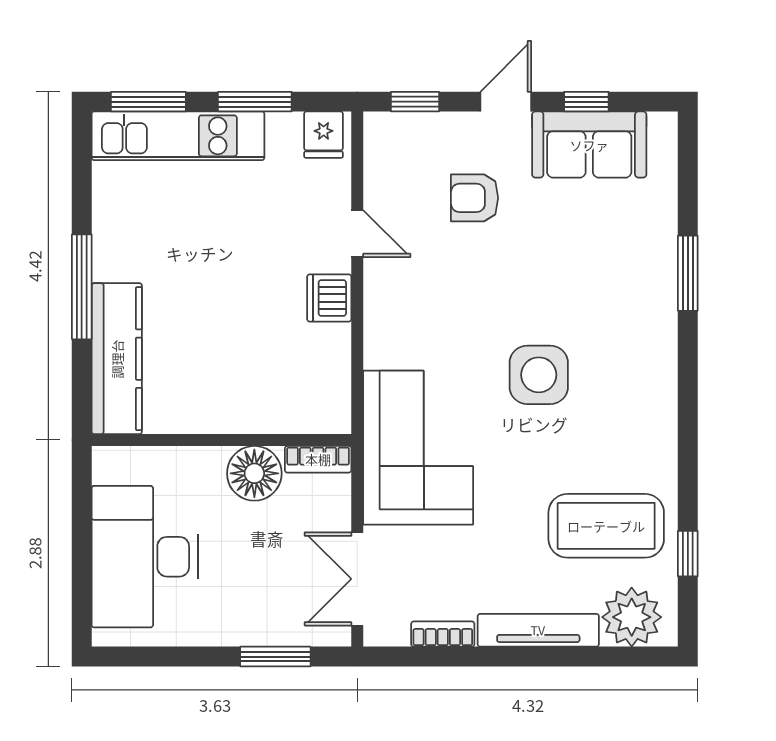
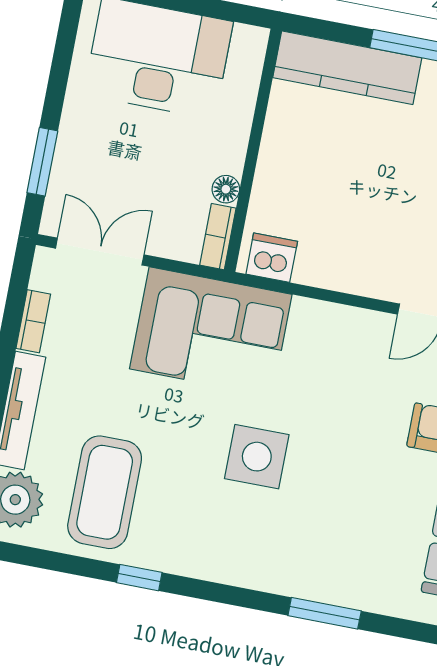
dishwasher: (329, 298) -> (272, 258), moved
floor lamp: (254, 473) -> (226, 189), width x0.53, depth x0.53
window: (688, 554) -> (139, 578), moved

